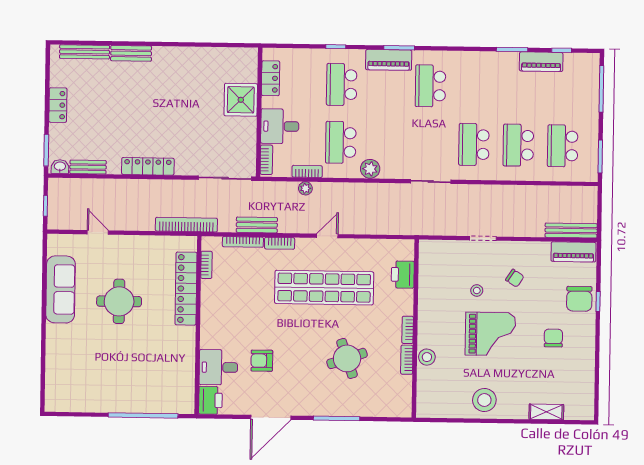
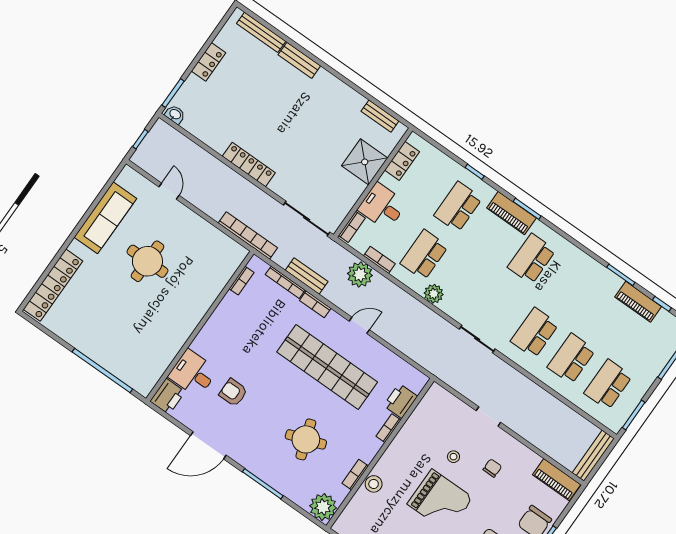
bench: (88, 167) -> (380, 116), moved
plant: (305, 188) -> (360, 275), width x1.88, depth x1.88
bench: (571, 230) -> (593, 456), moved, turned 90
chair: (515, 278) -> (492, 468), turned -123
locker: (186, 289) -> (53, 285), moved, turned 180
bookcase: (408, 330) -> (388, 428), moved
plant: (399, 404) -> (323, 507), added

